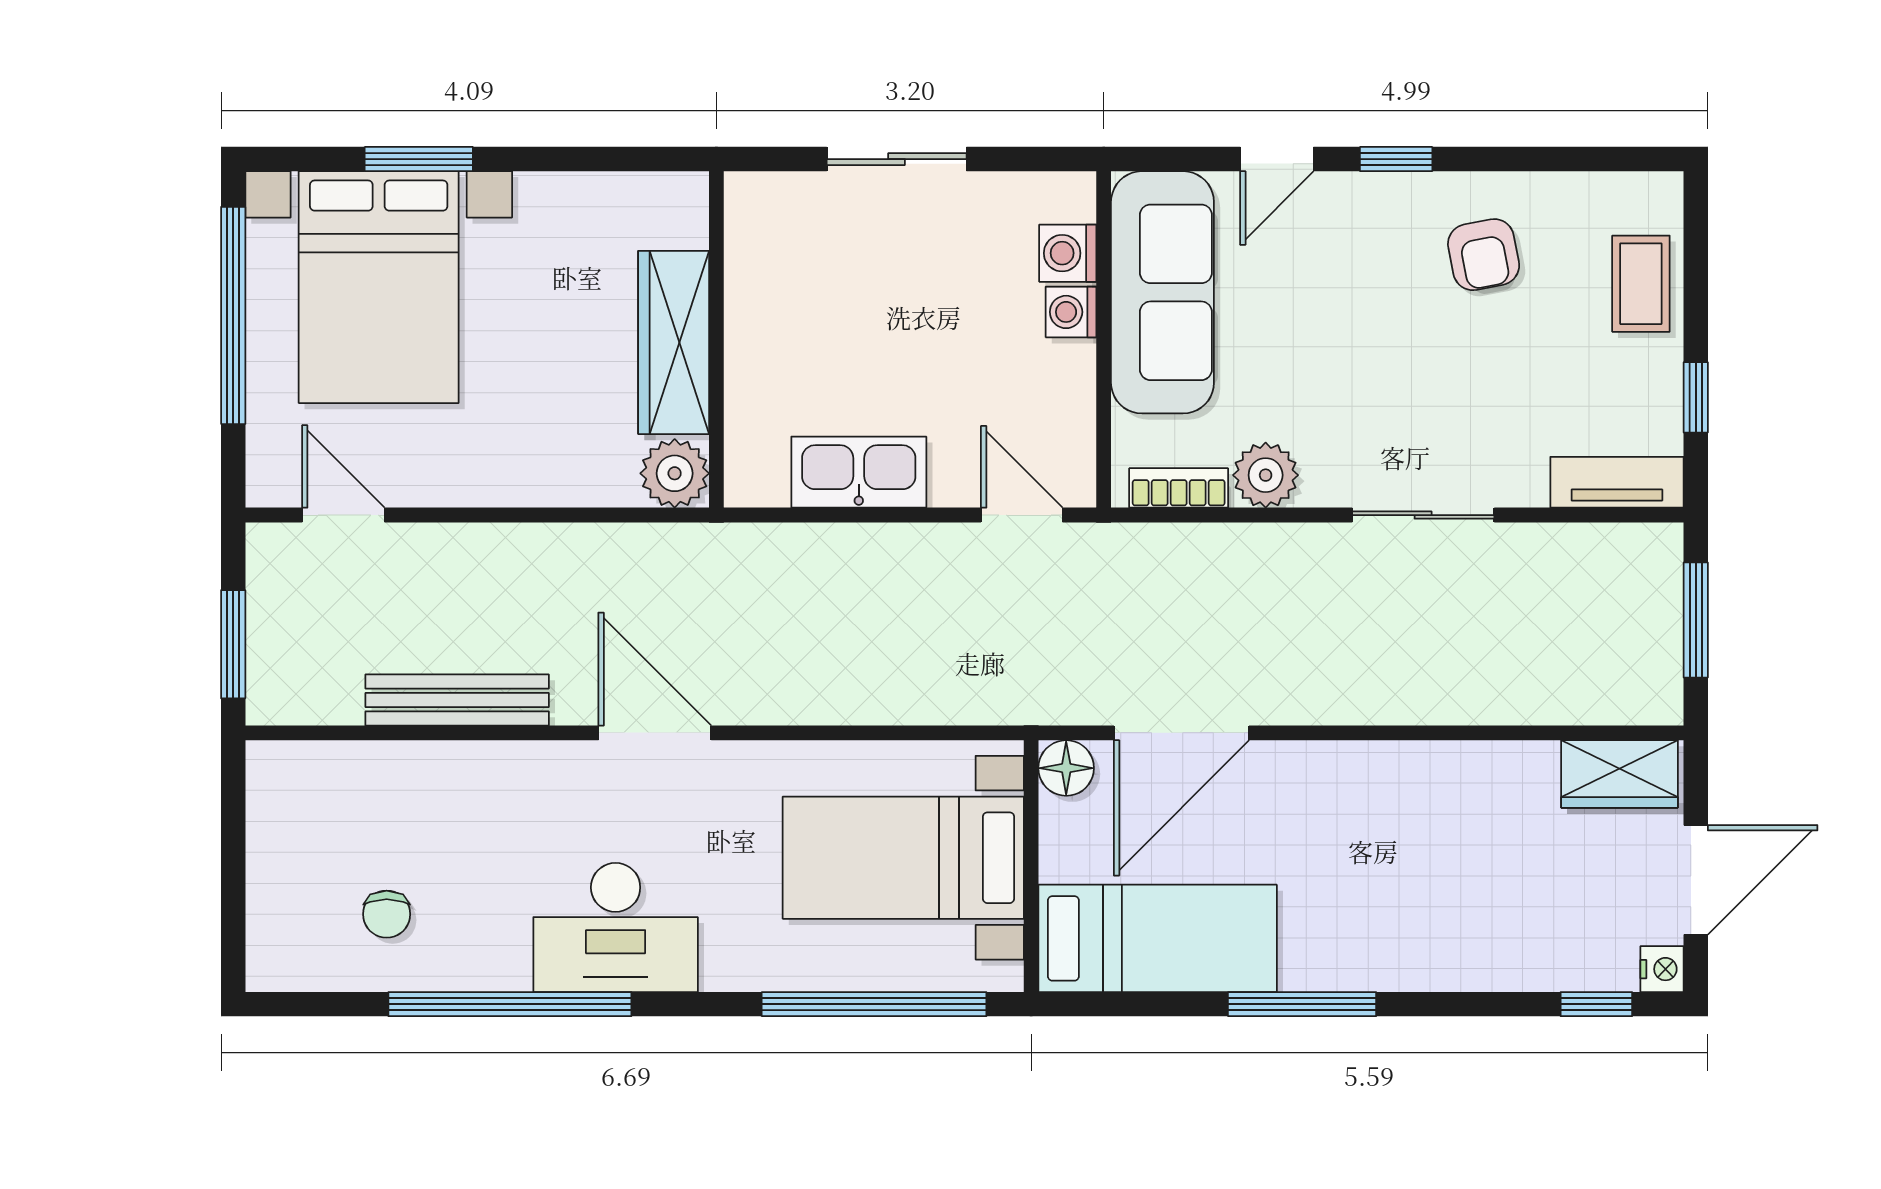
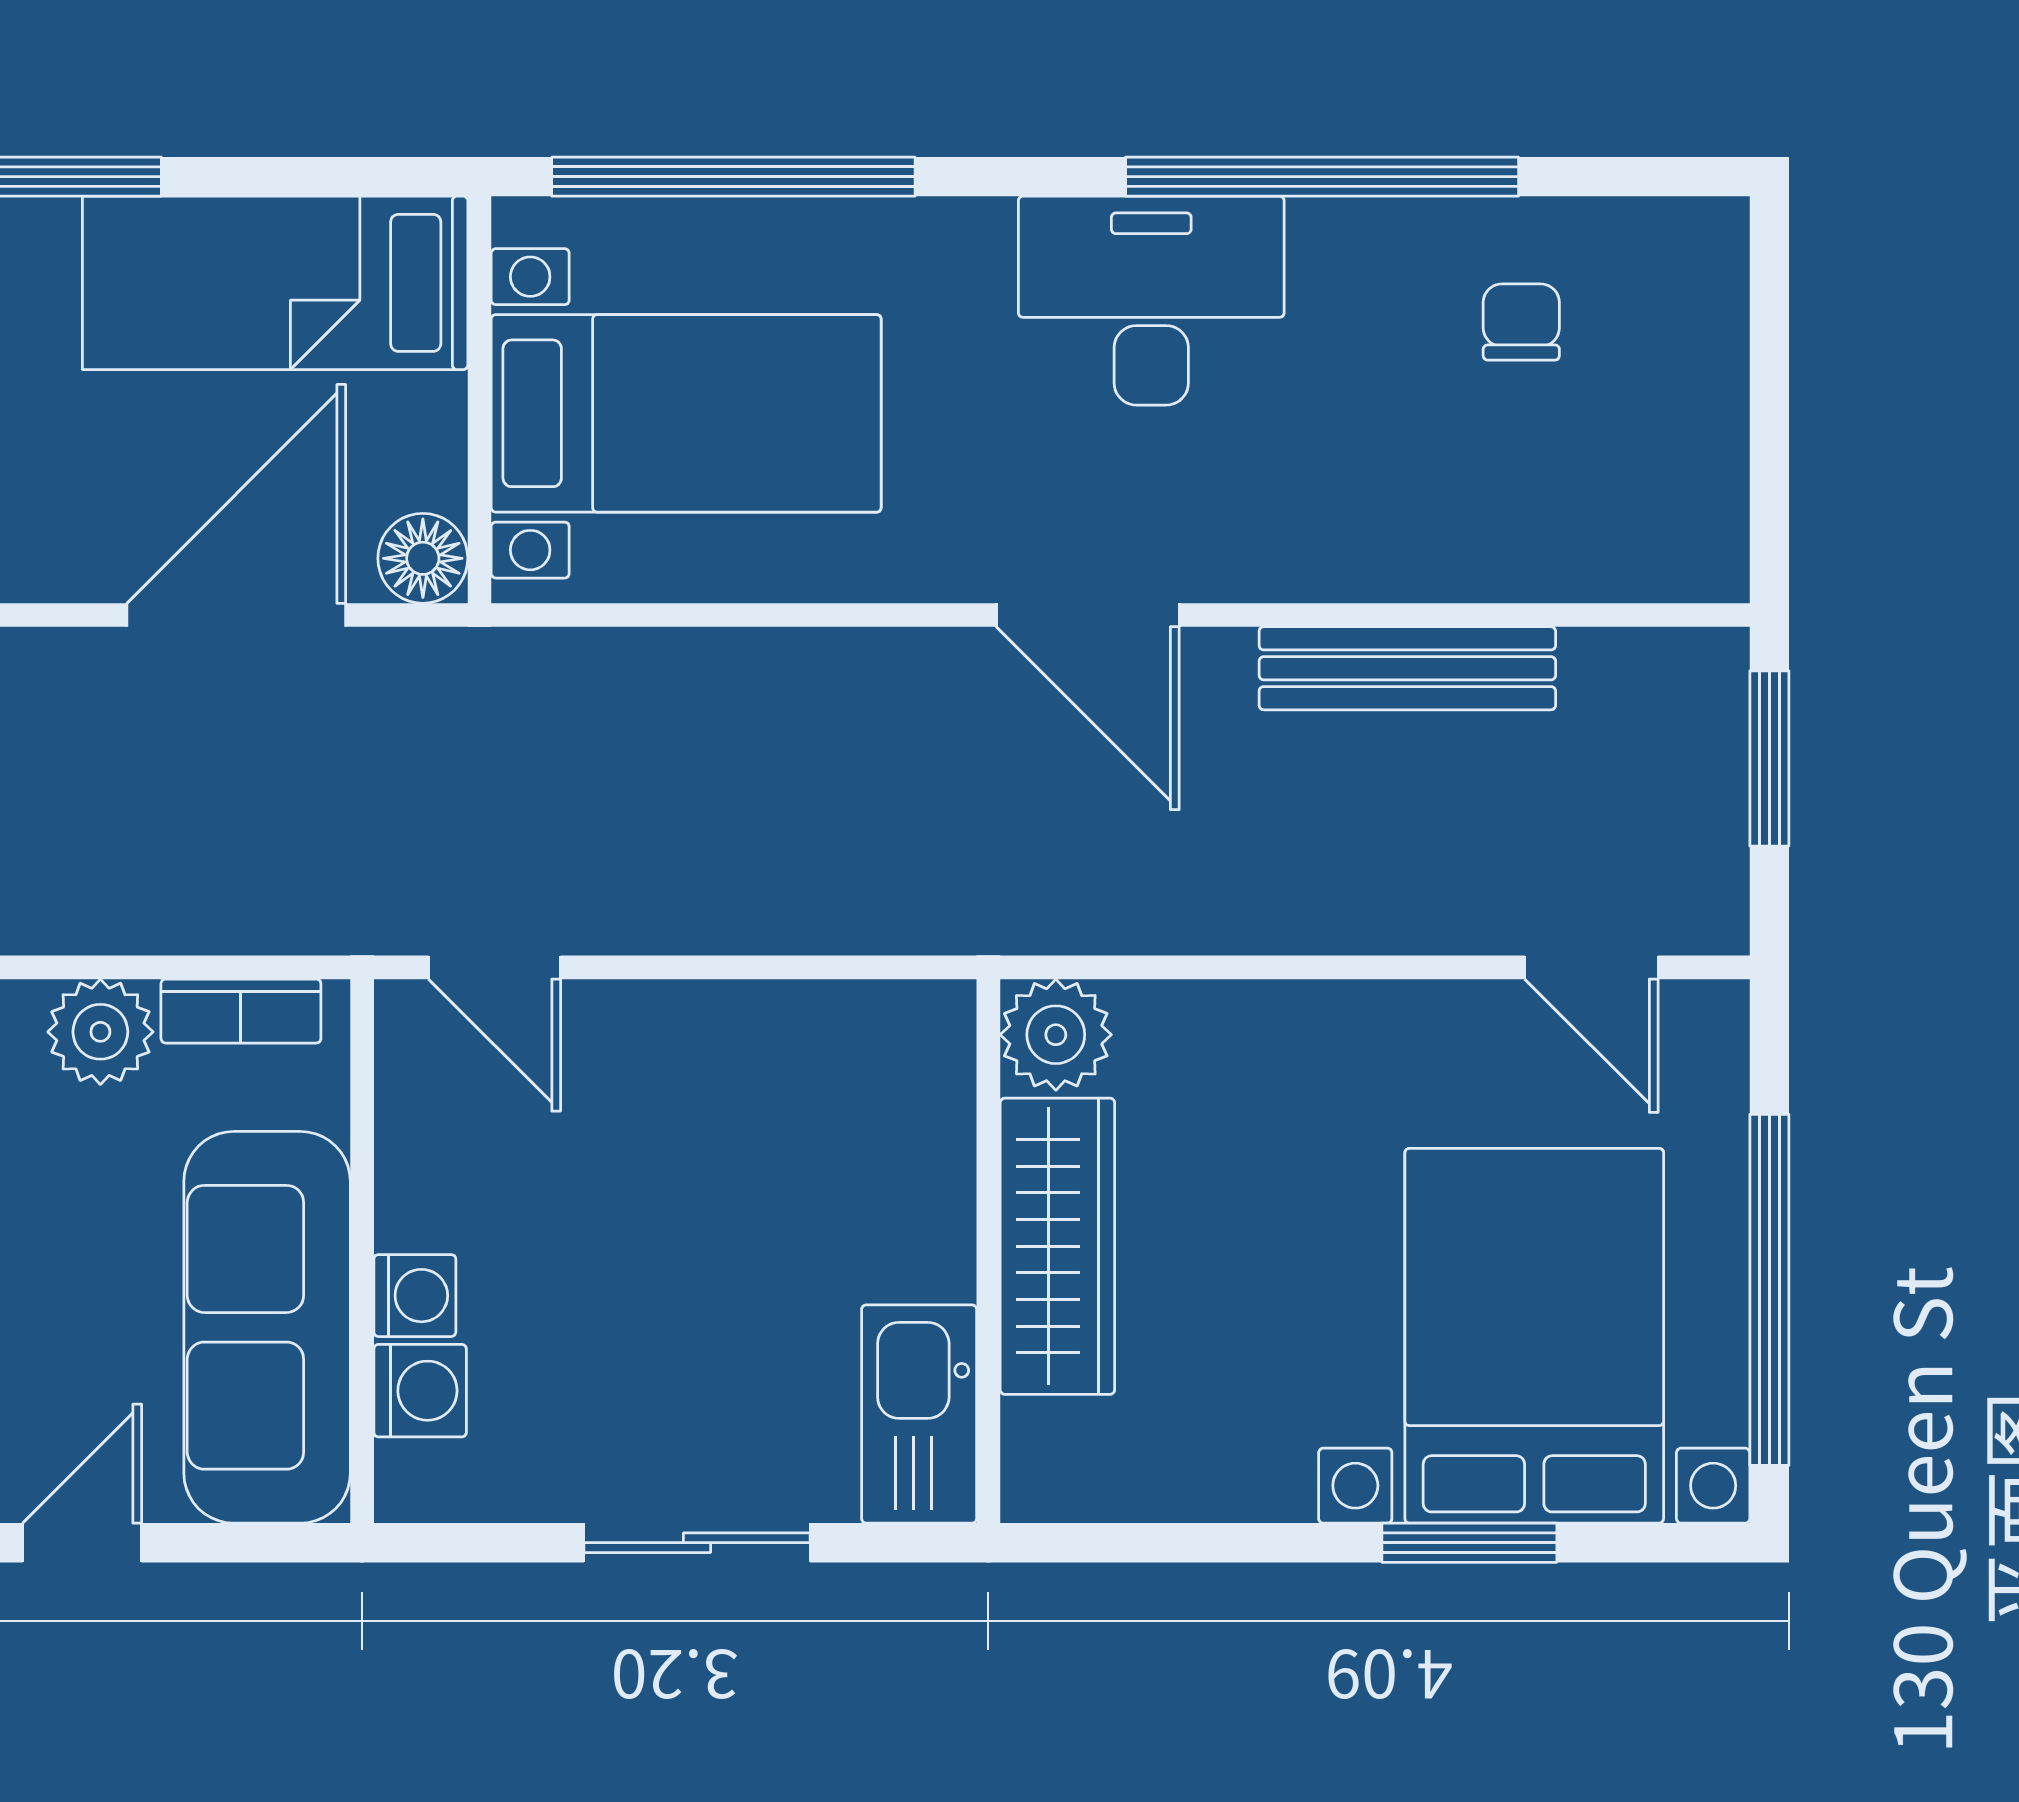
kitchen sink: (859, 472) -> (919, 1414), moved, turned 90

